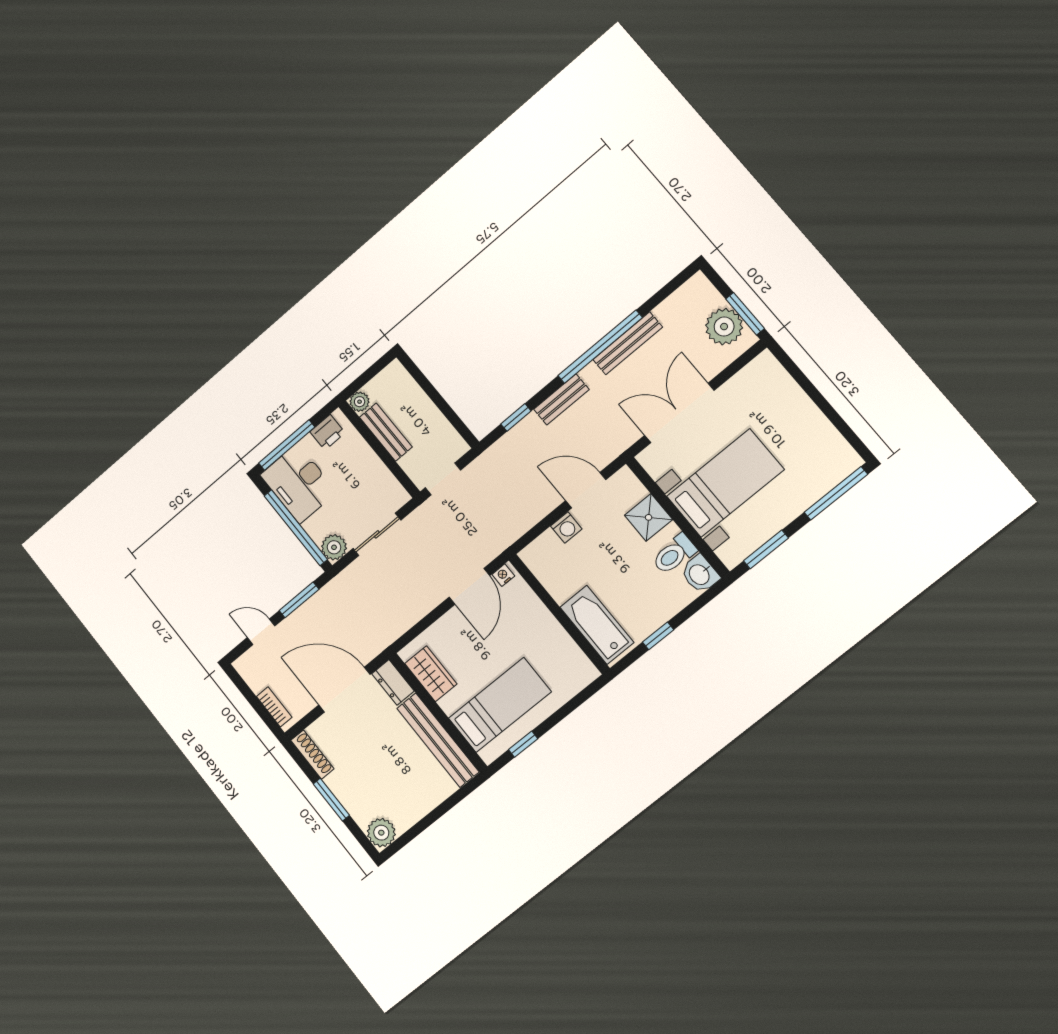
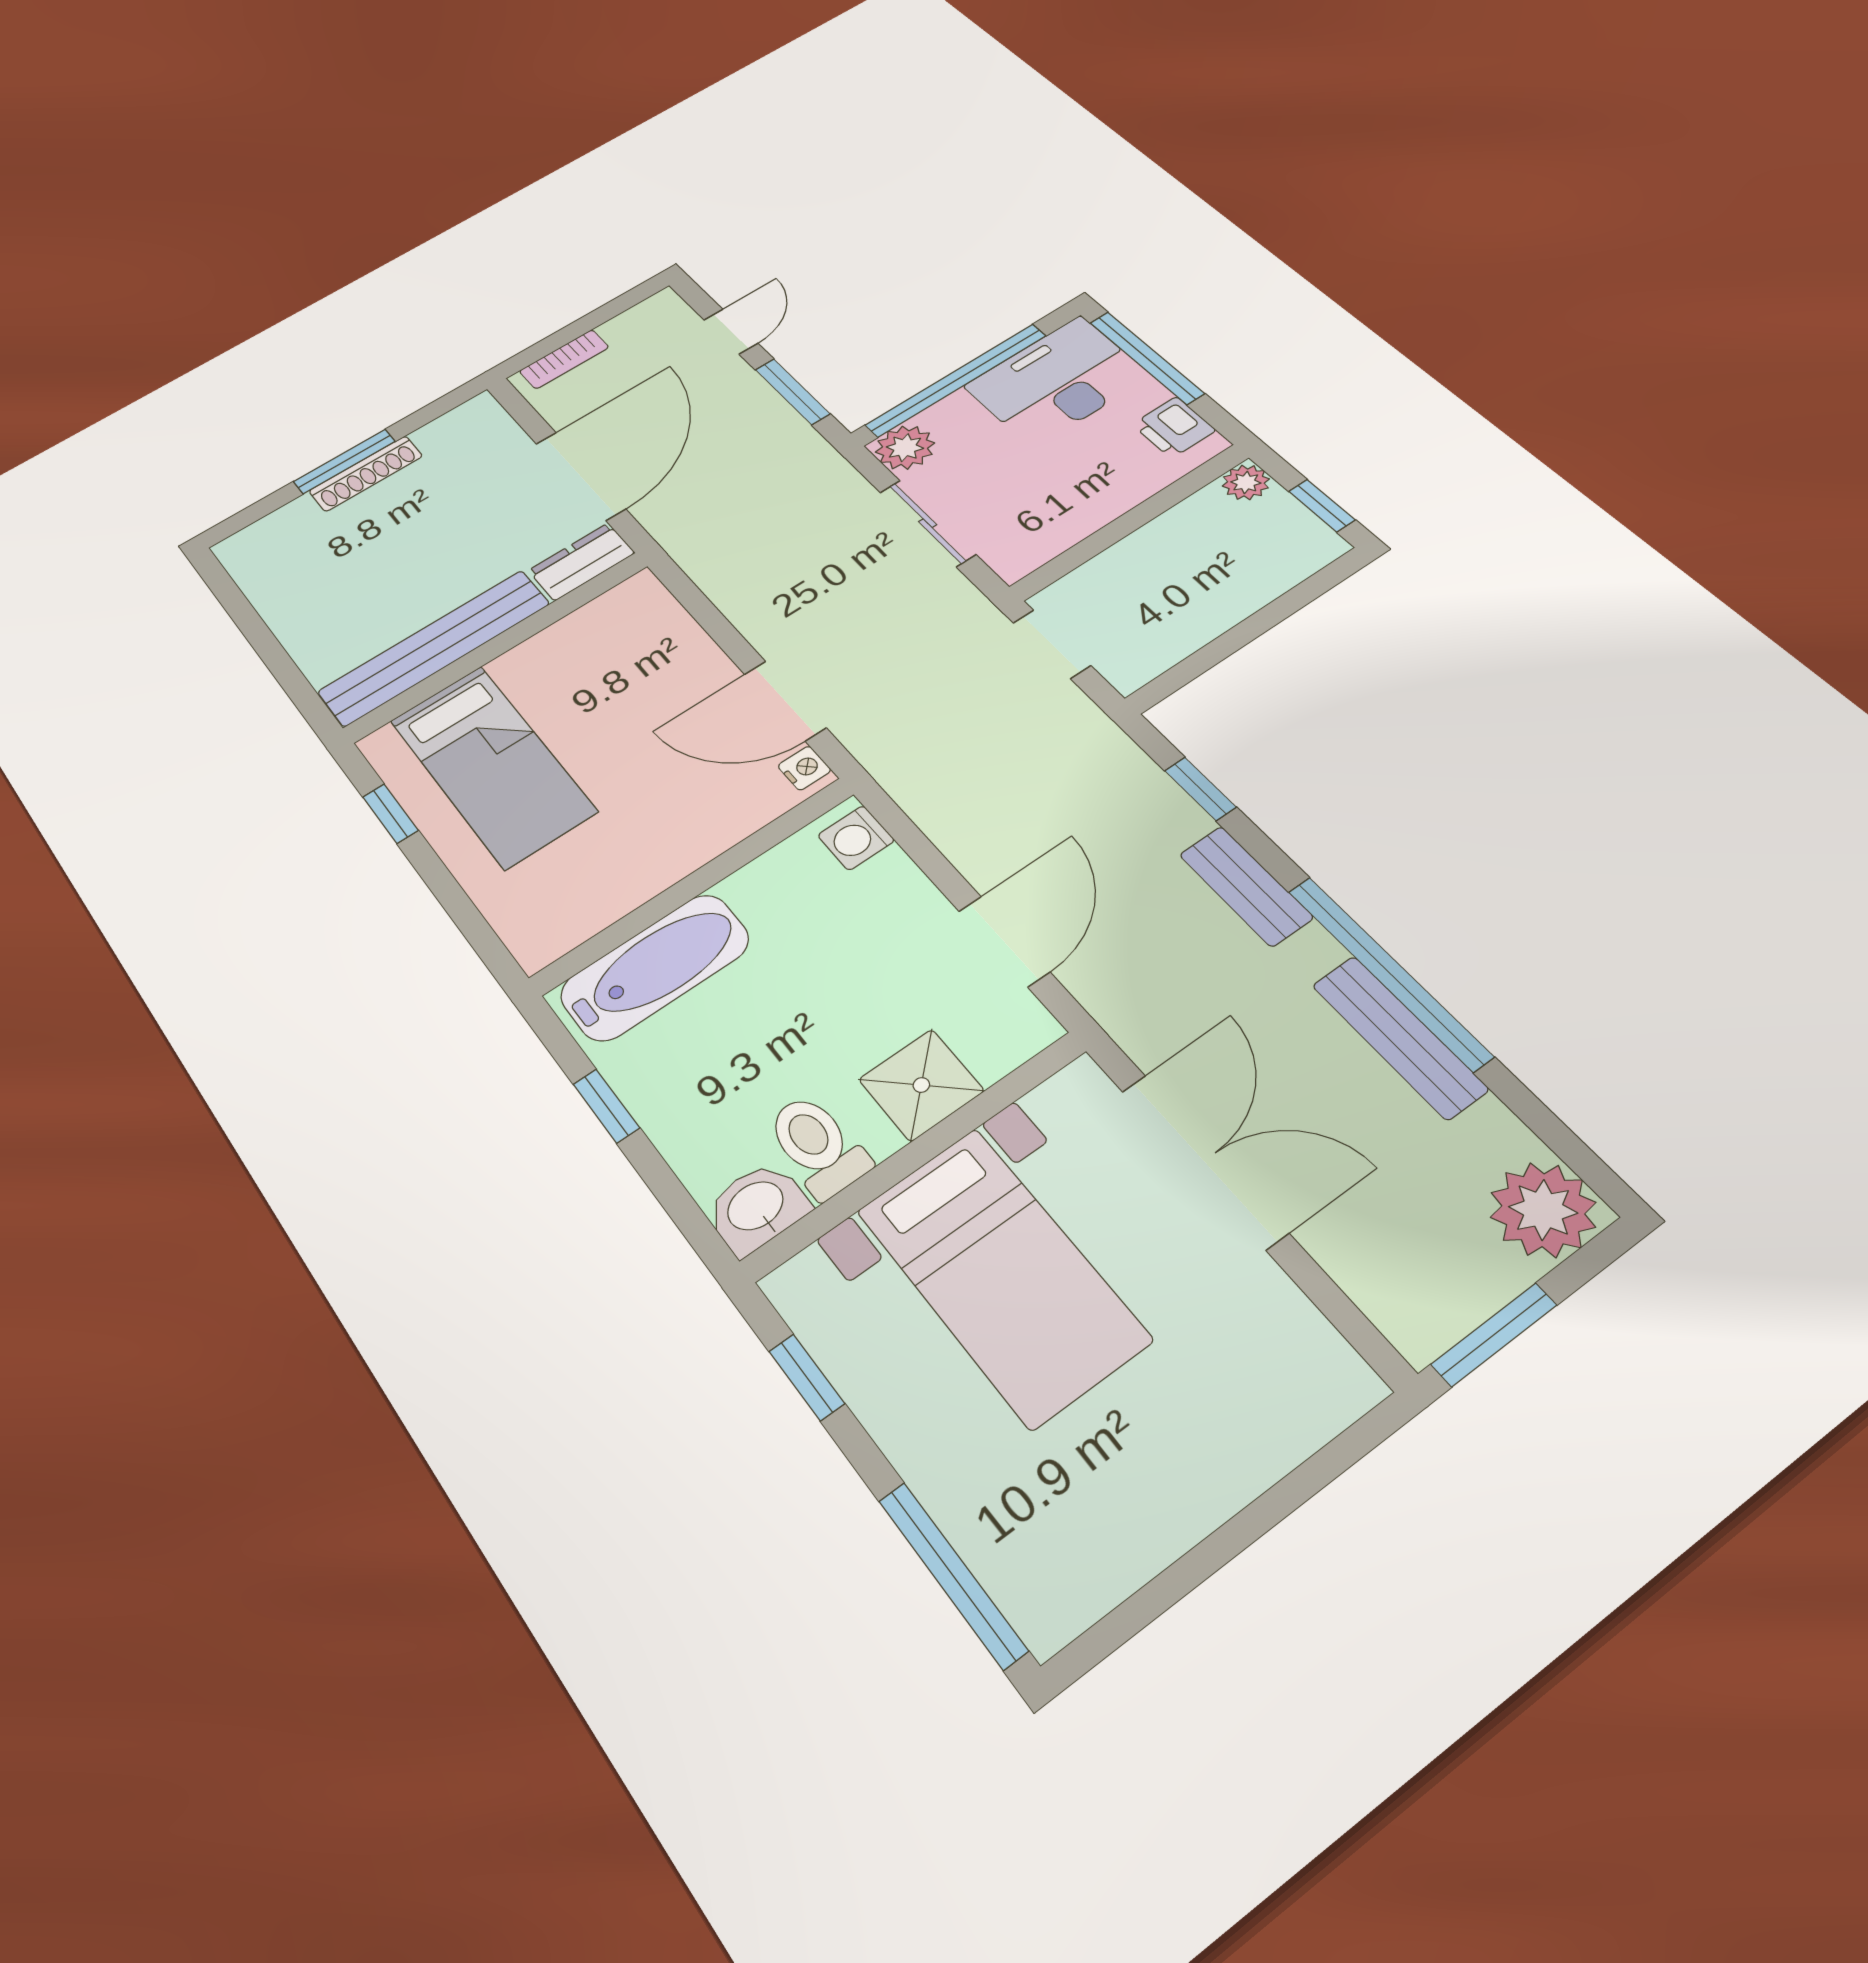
plant: (724, 327) -> (1543, 1210), moved
window: (373, 370) -> (1322, 506), added
bench: (386, 432) -> (1171, 533), removed
washing machine: (566, 528) -> (856, 838), moved
window: (766, 549) -> (807, 1377), width x0.67
wardrobe: (431, 674) -> (589, 631), removed
shoe rack: (312, 755) -> (366, 474), moved
plant: (381, 833) -> (252, 550), removed

